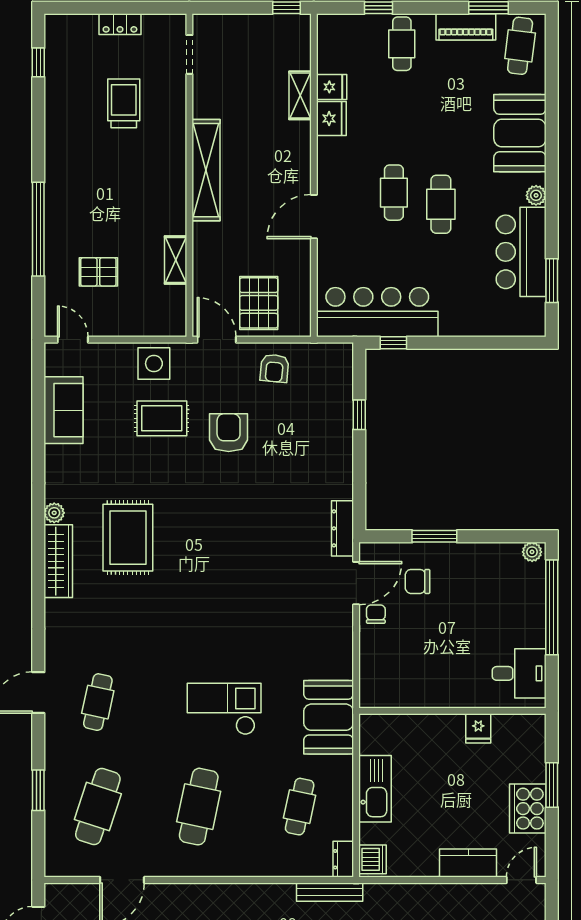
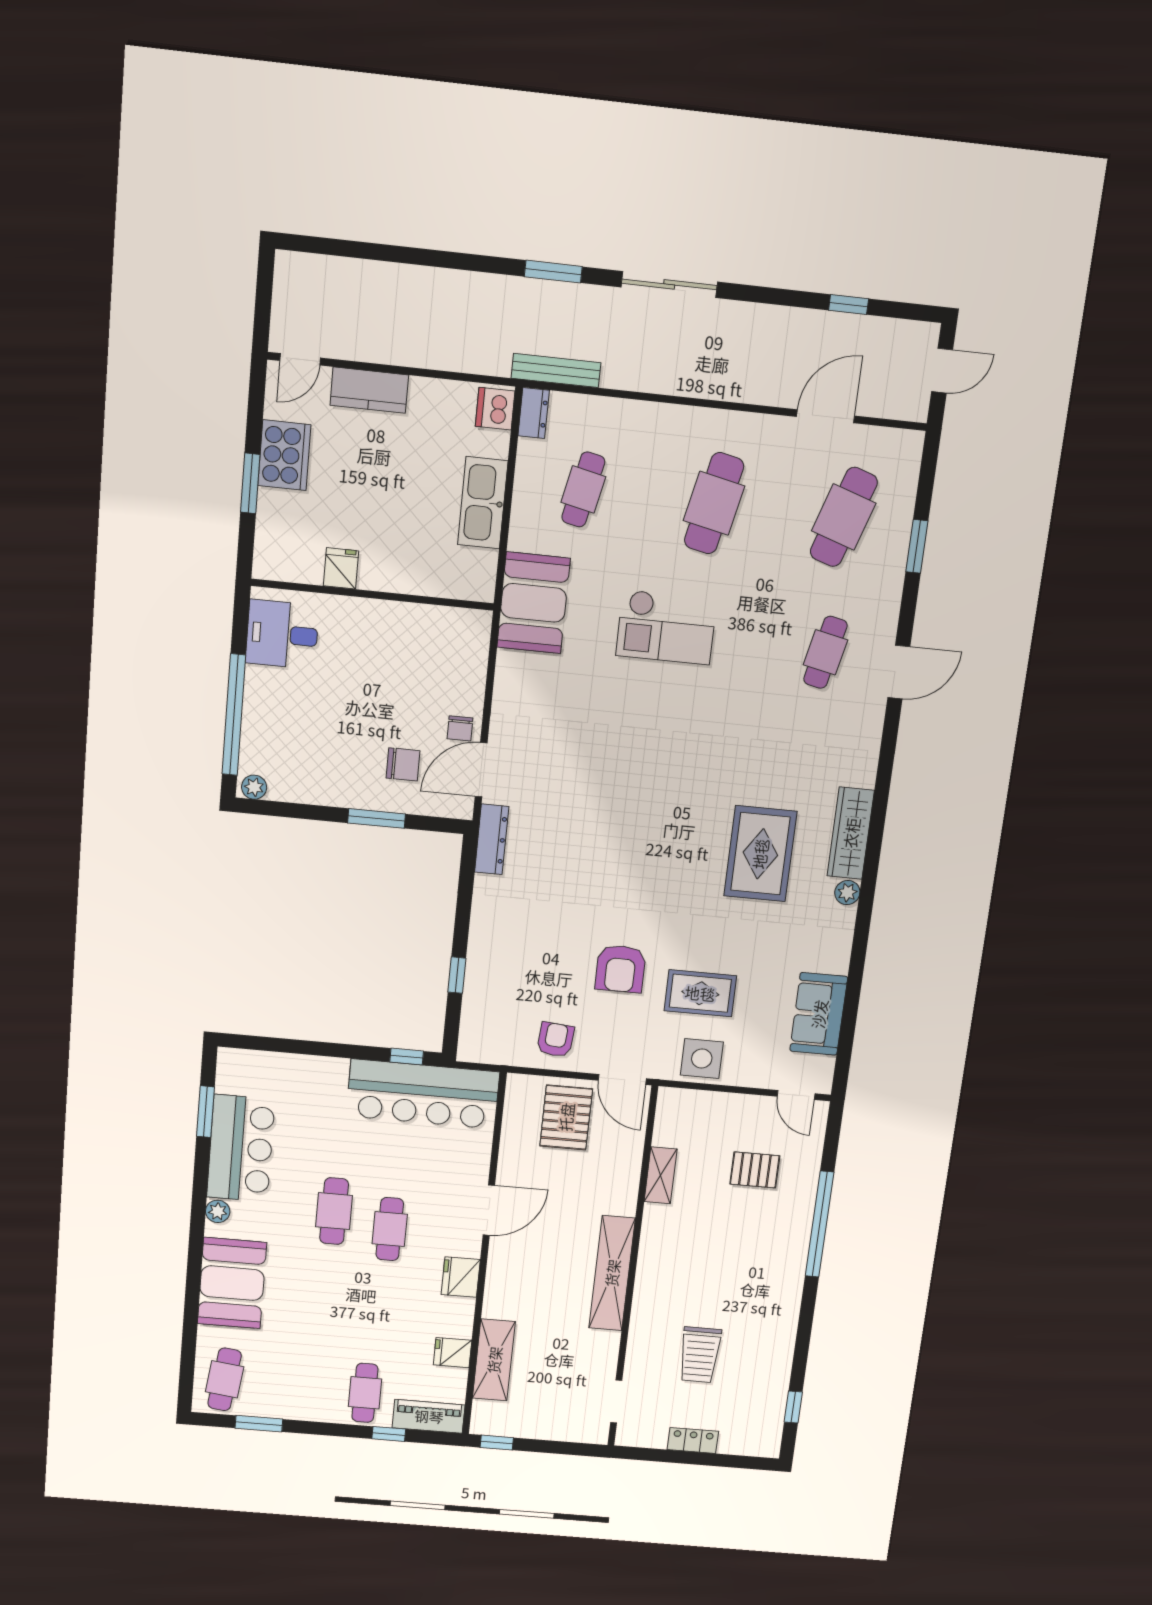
piano: (466, 27) -> (429, 1416), moved
shelving: (300, 95) -> (494, 1360), width x1.50, depth x1.33
fridge: (331, 119) -> (461, 1277), moved

